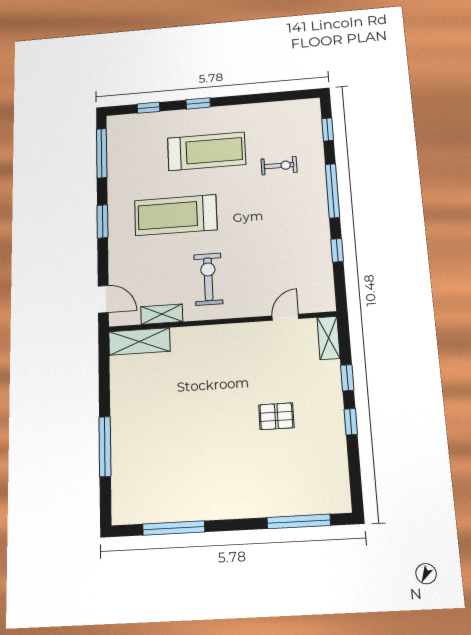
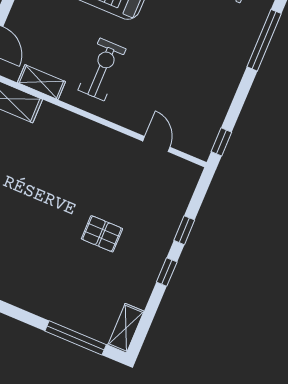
window: (337, 250) -> (221, 142), moved
door: (285, 317) -> (156, 144), hinge flipped
shelving: (329, 338) -> (126, 328), moved

